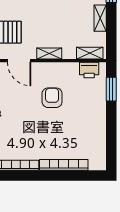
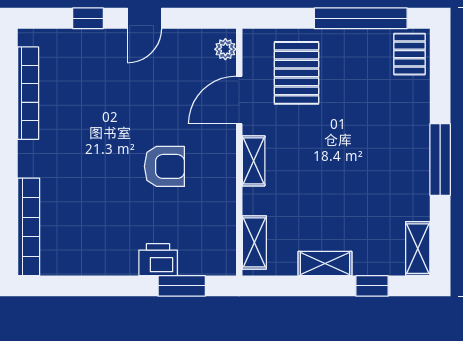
printer: (89, 70) -> (158, 260), moved, turned 90
bookcase: (64, 165) -> (29, 227), moved

